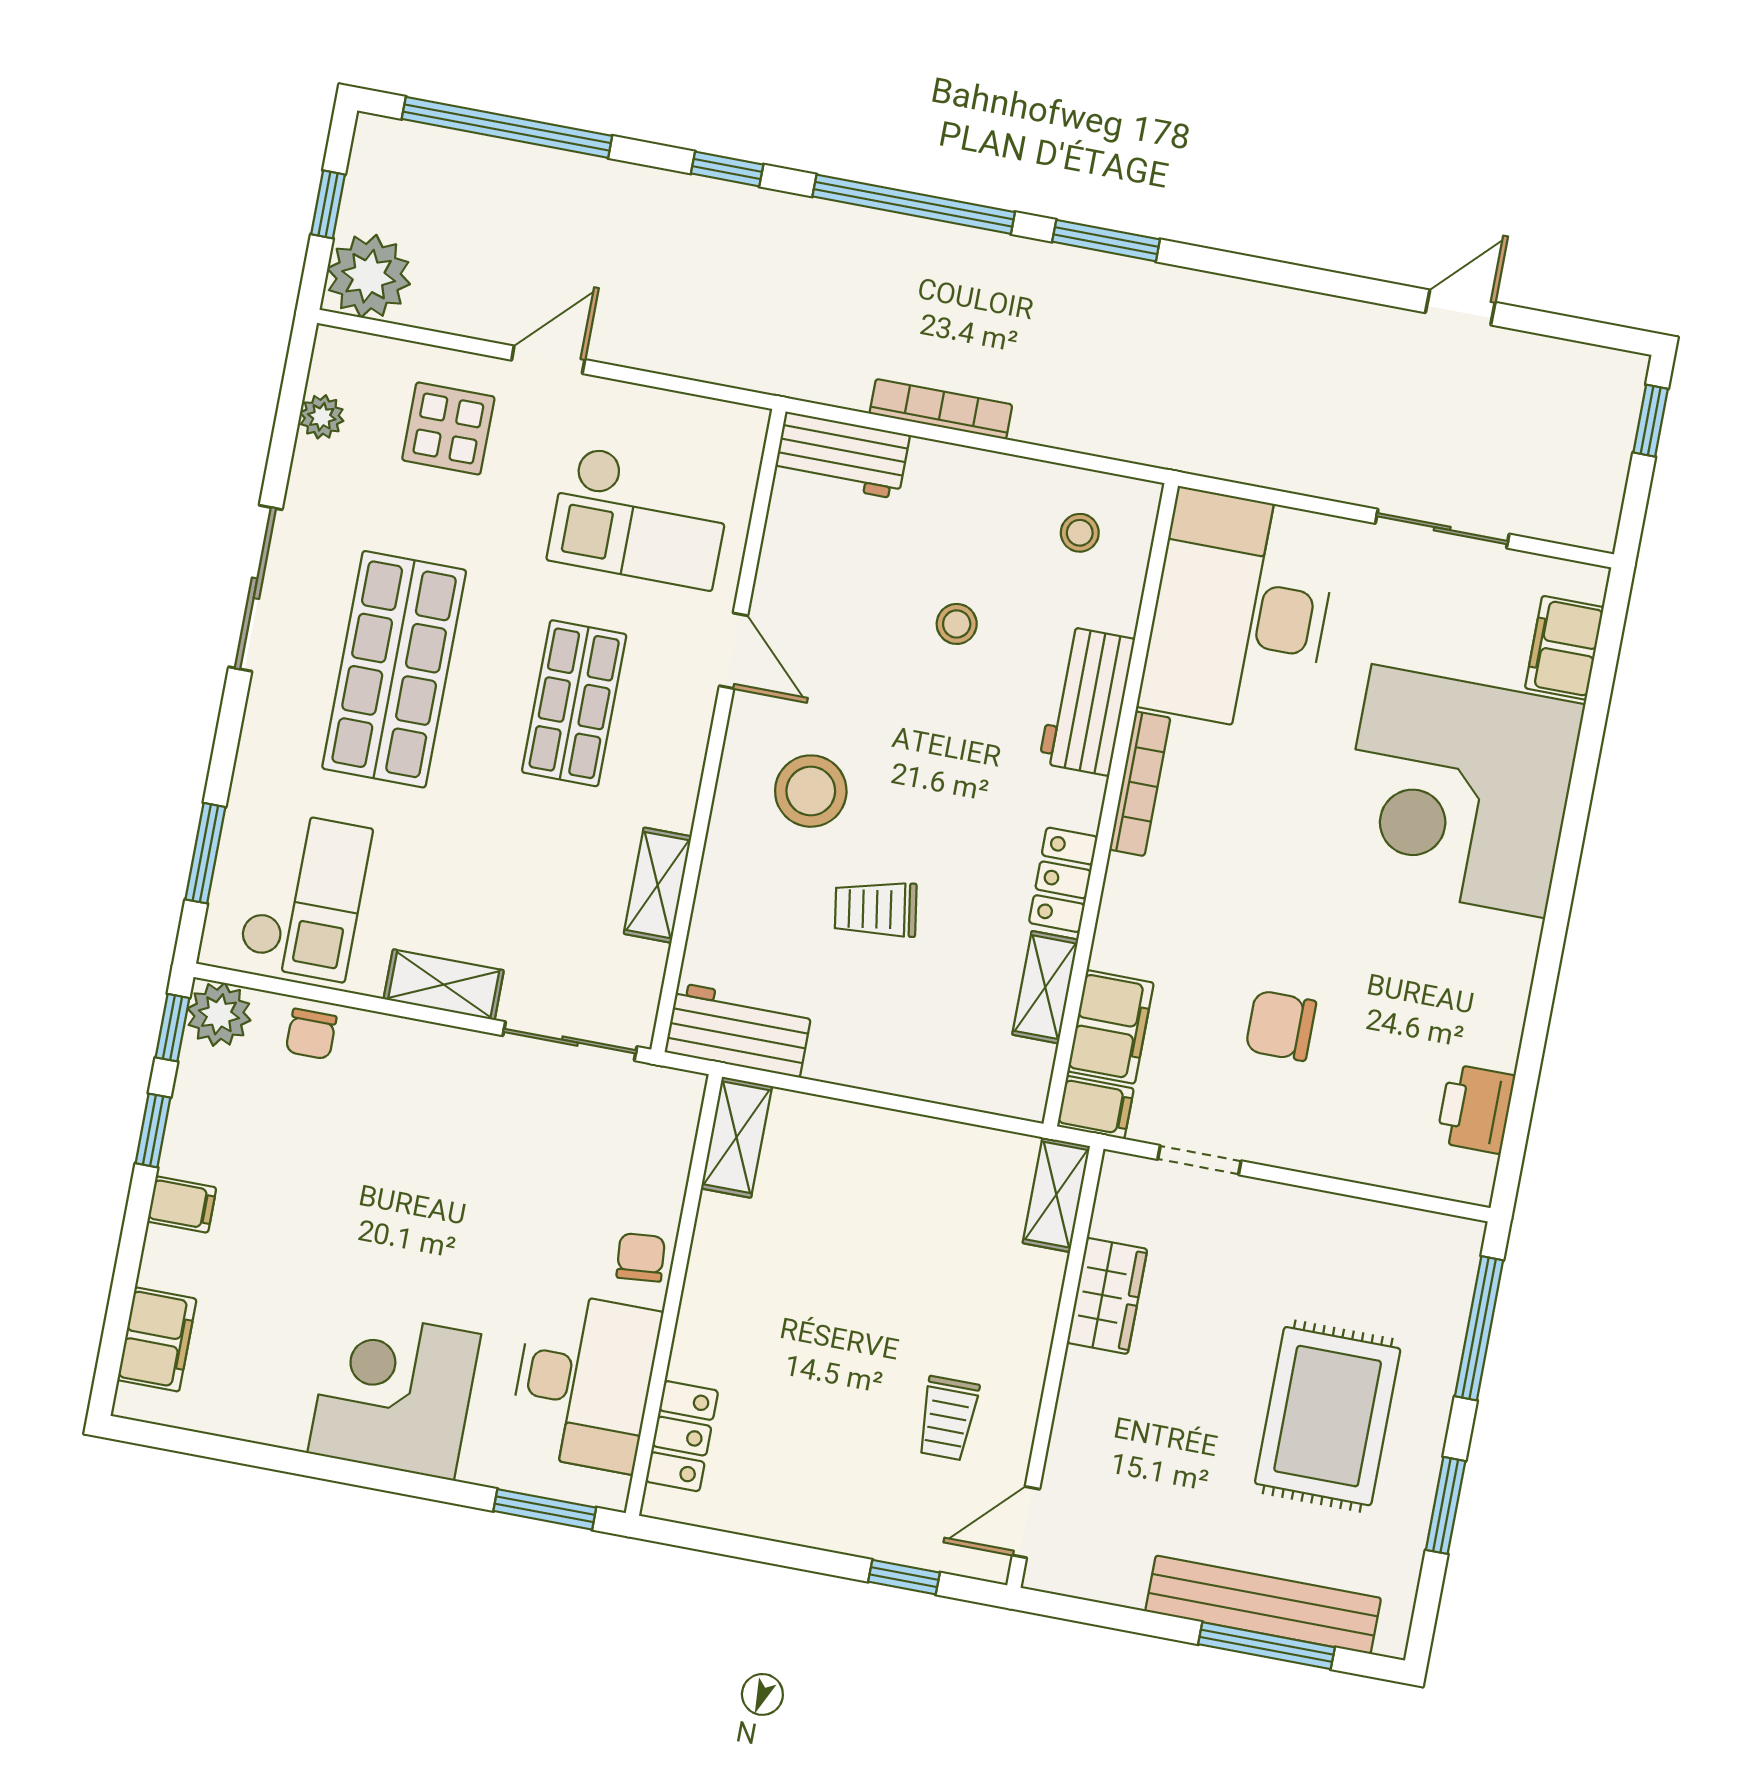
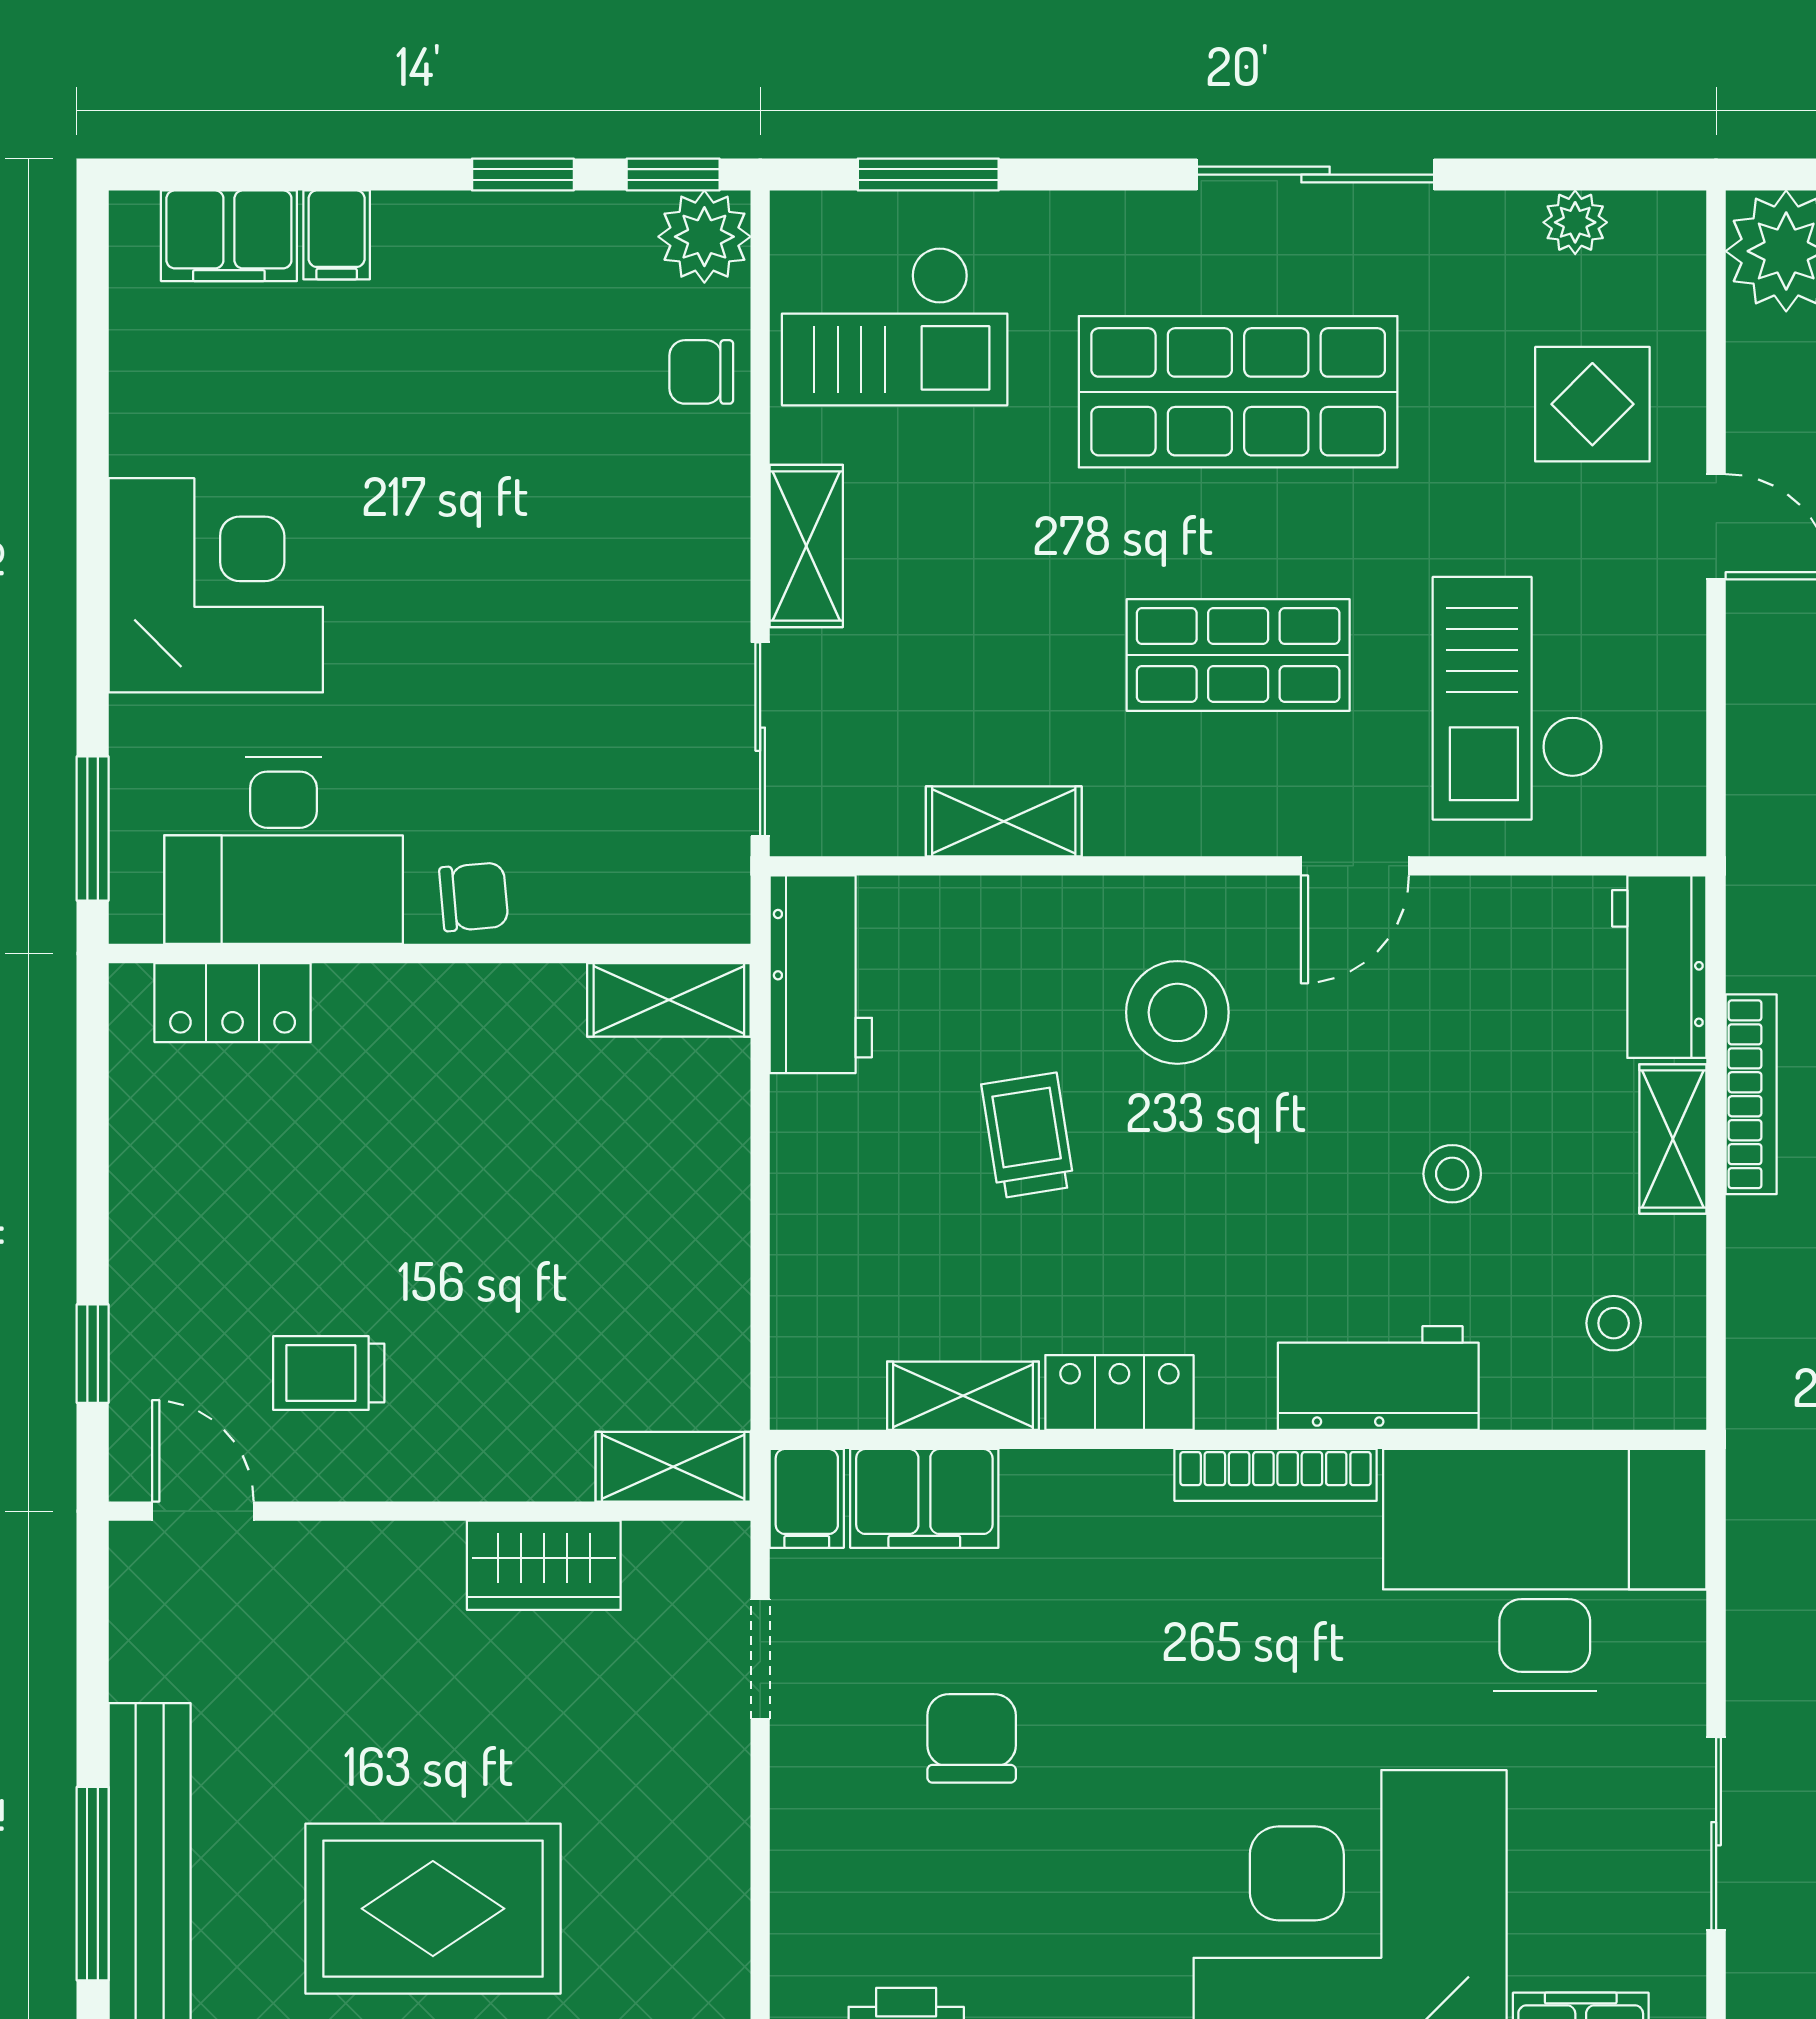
shelving: (961, 468) -> (1673, 1139), added
filing cabinet: (182, 1205) -> (337, 235), moved

